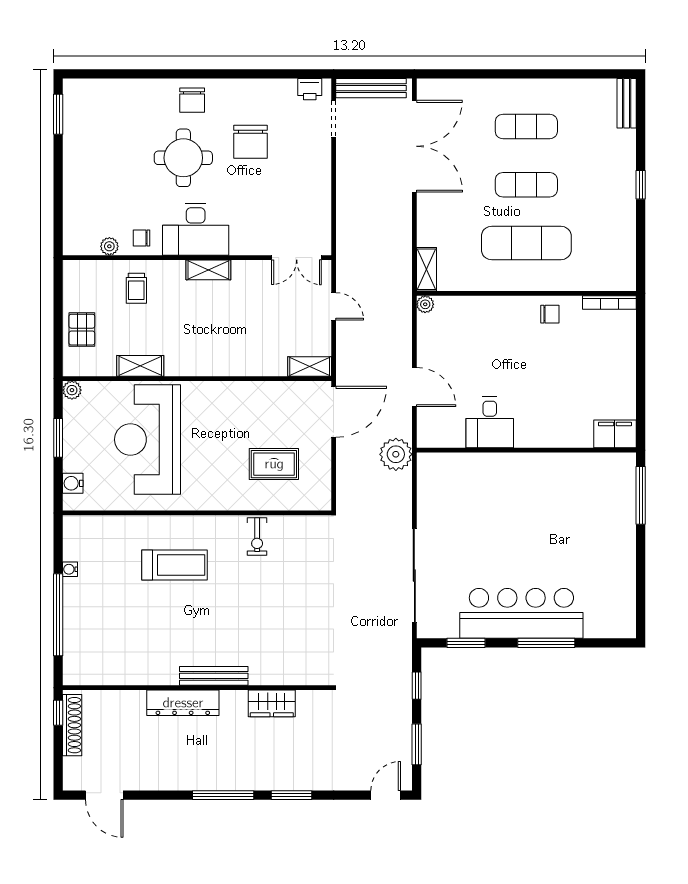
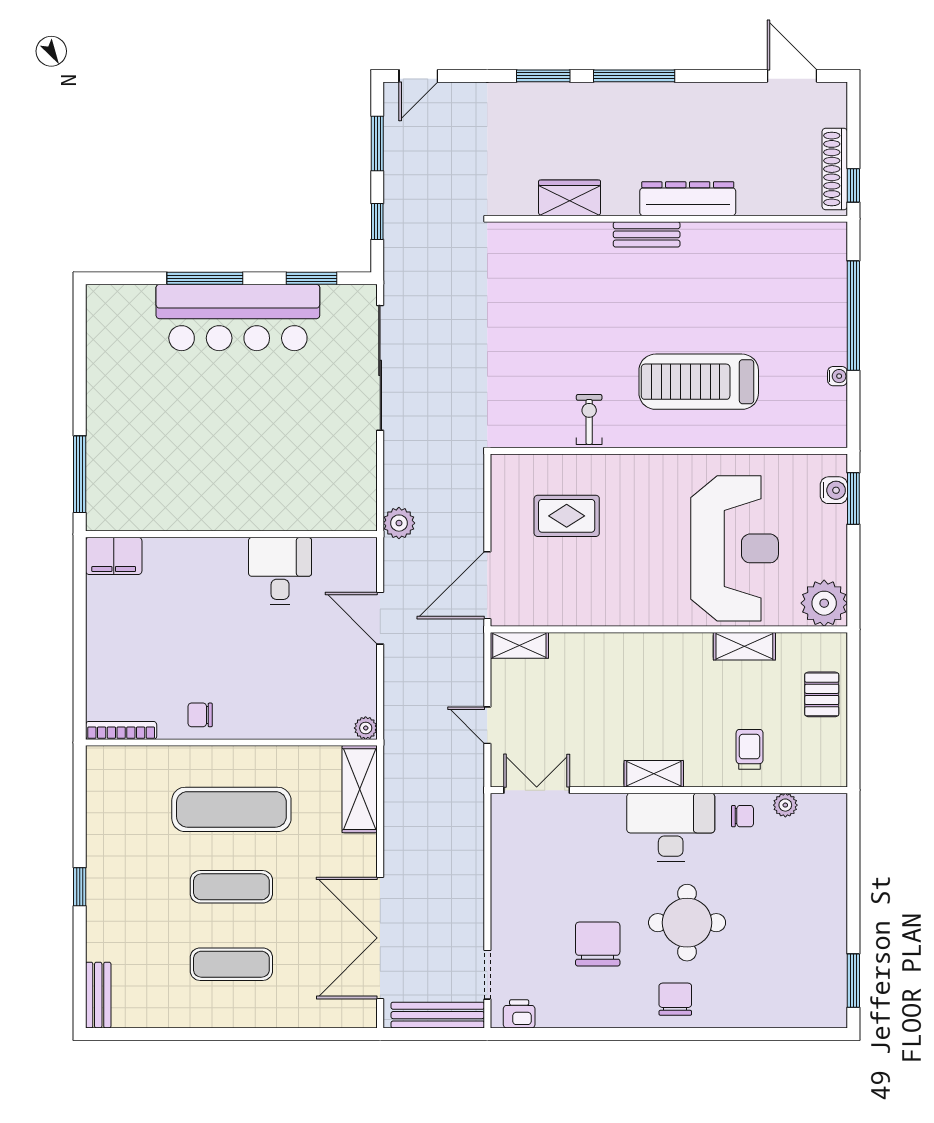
shelving: (426, 269) -> (360, 789), width x1.50, depth x1.33
plant: (72, 390) -> (824, 603), width x1.88, depth x1.88
window: (58, 438) -> (853, 499), moved
plant: (396, 454) -> (399, 523), width x0.73, depth x0.73
treadmill: (175, 565) -> (699, 382), width x1.37, depth x1.38
bench: (214, 676) -> (647, 234), width x0.73

